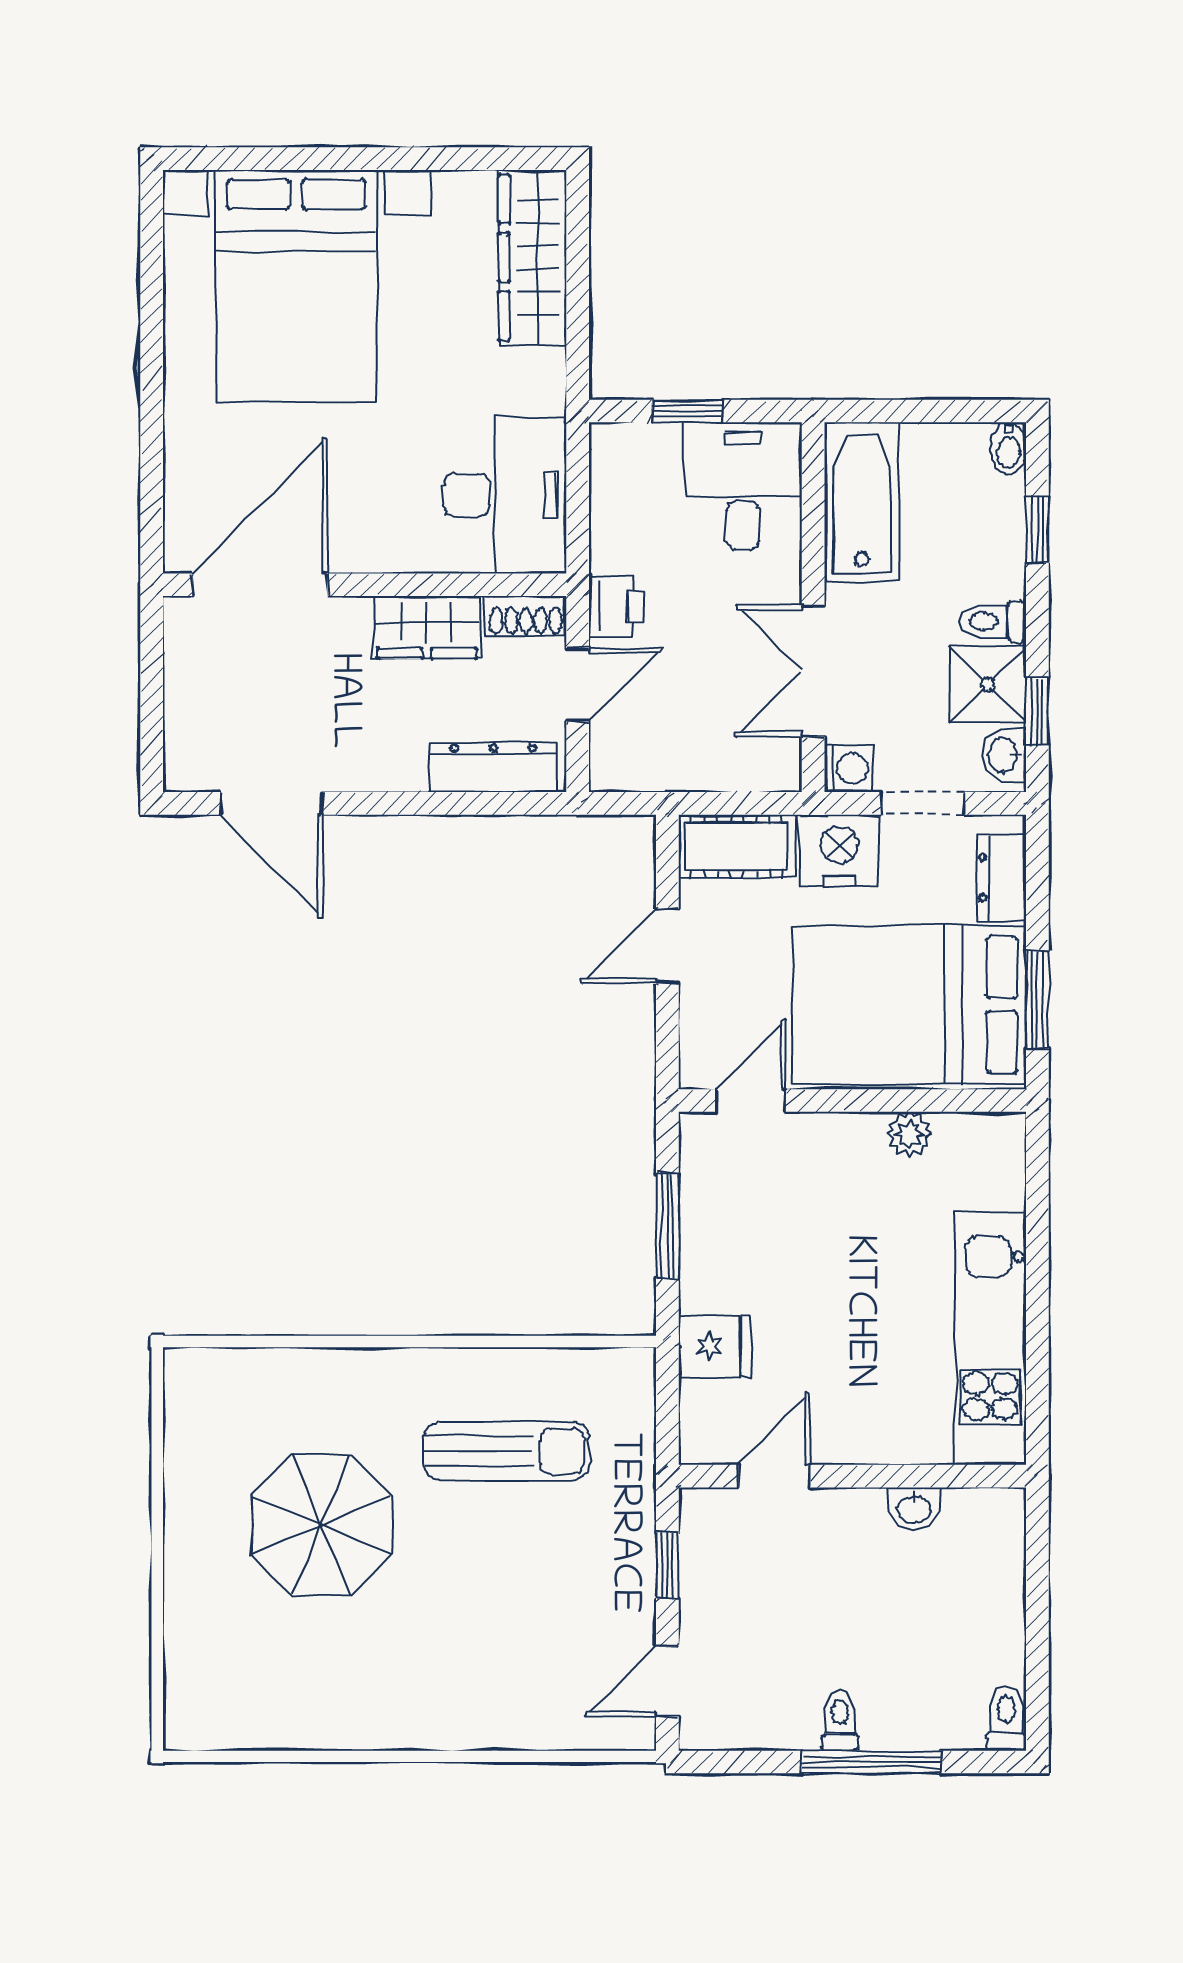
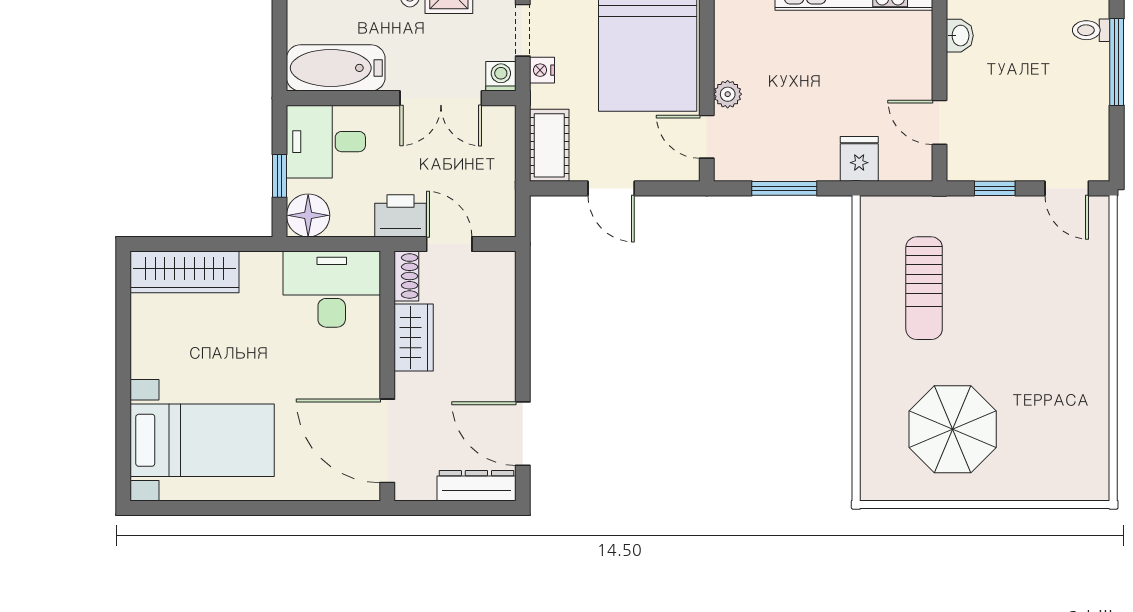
bed with nightstands: (296, 286) -> (202, 440), width x0.73
floor lamp: (624, 457) -> (308, 215), added
printer: (616, 606) -> (400, 216), width x1.36, depth x1.24
dresser: (493, 767) -> (476, 486), moved, turned 90
door: (272, 803) -> (523, 434), swing flipped
nightstand: (839, 850) -> (542, 70), width x0.53, depth x0.56
plant: (909, 1134) -> (728, 94), moved
sun lounger: (506, 1451) -> (924, 288), turned 180
parasol: (322, 1525) -> (953, 429), moved
toilet: (840, 1721) -> (1091, 30), moved

